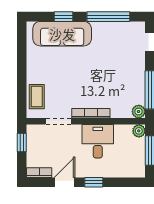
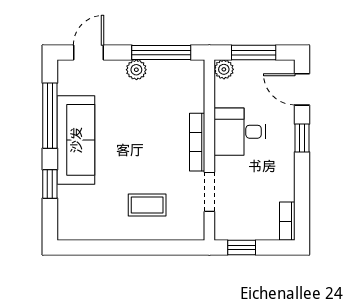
sofa: (62, 34) -> (76, 140), moved
coffee table: (37, 97) -> (147, 205), moved
plant: (139, 112) -> (136, 70), moved
door: (64, 182) -> (302, 89), moved

